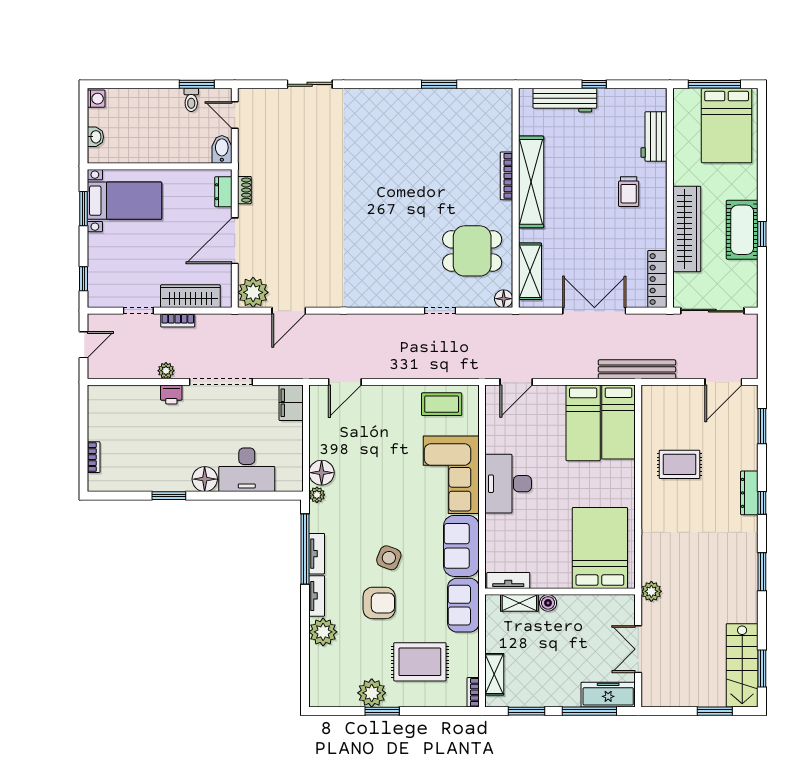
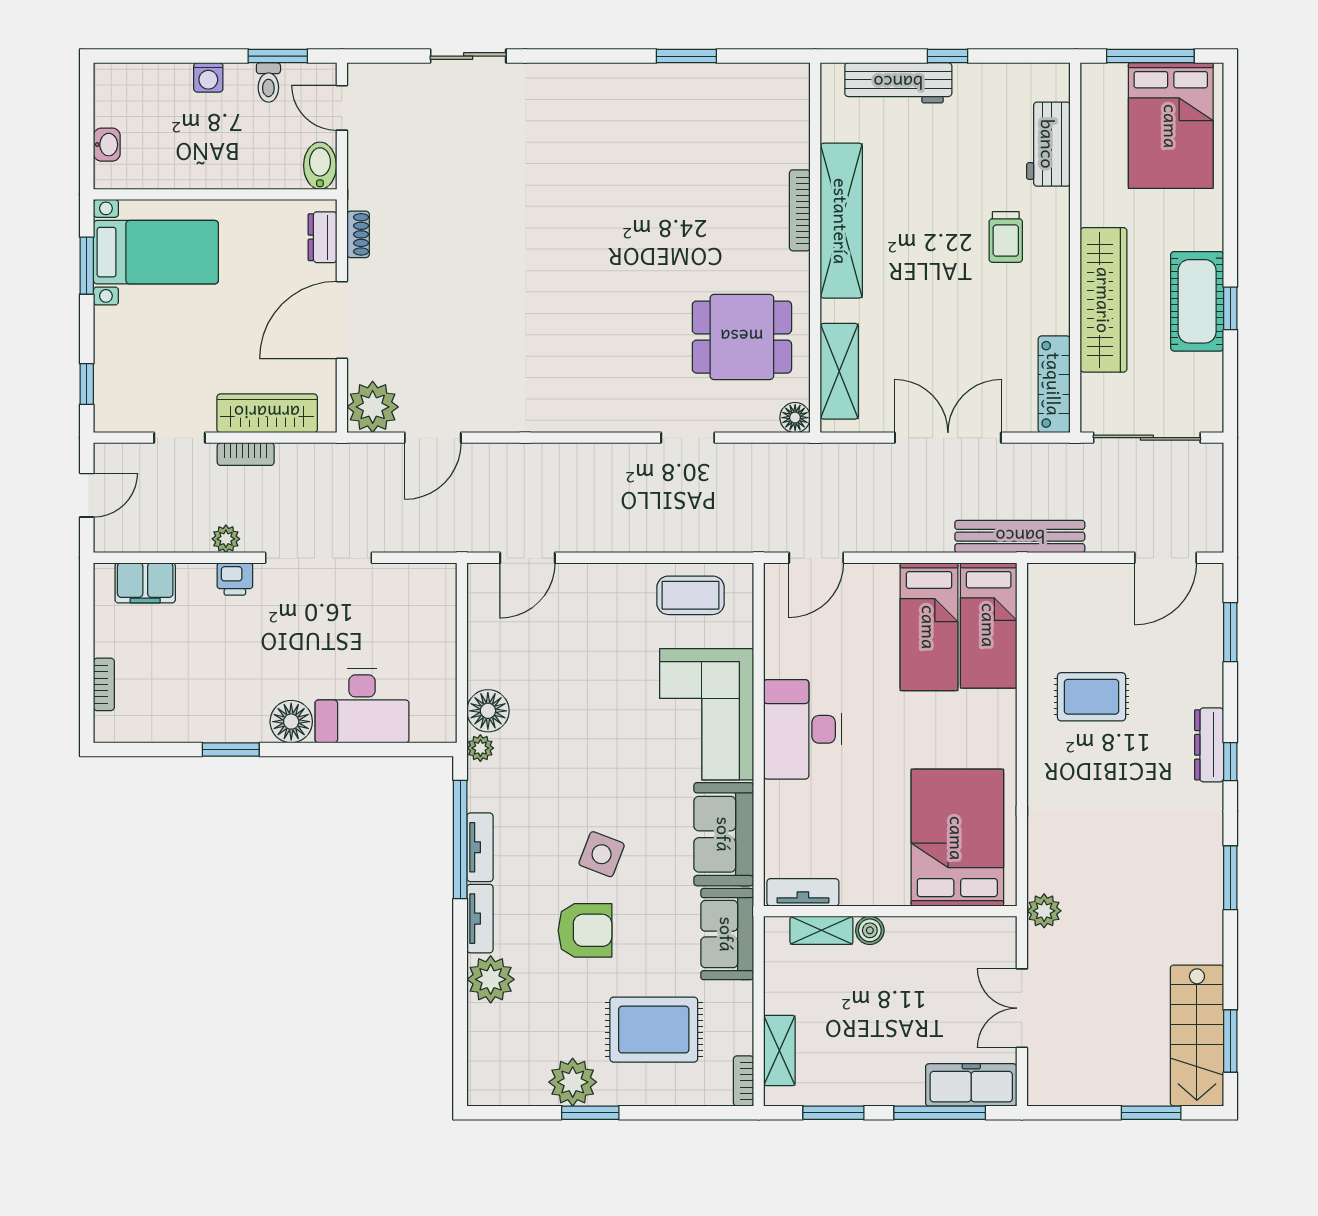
washing machine: (96, 99) -> (208, 77), moved, turned 90
filing cabinet: (291, 403) -> (145, 583), moved, turned -90

